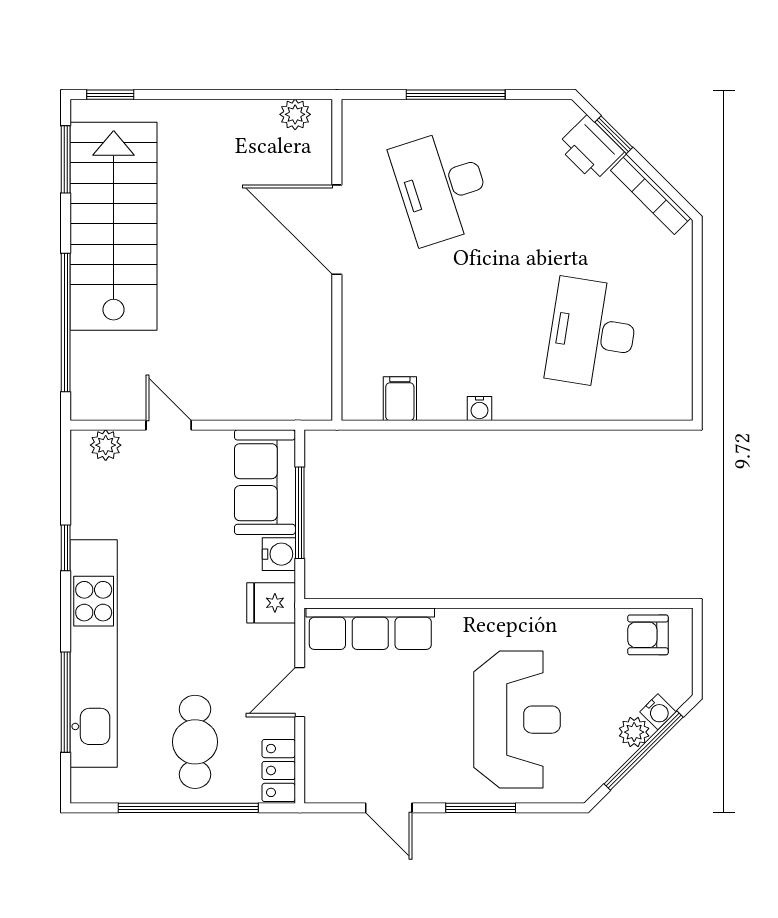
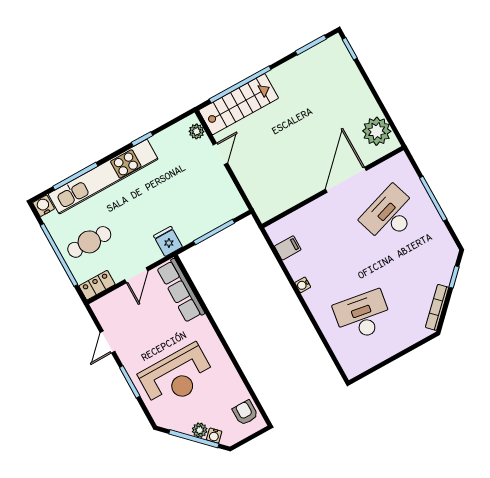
plant: (295, 114) -> (377, 131), width x1.87, depth x1.87
printer: (590, 149) -> (442, 270), removed
stairs: (114, 226) -> (239, 104), moved, width x0.73, depth x0.66
sofa: (265, 482) -> (219, 210), removed
water cooler: (279, 554) -> (44, 206), moved, turned 180
door: (300, 692) -> (136, 275), swing flipped

